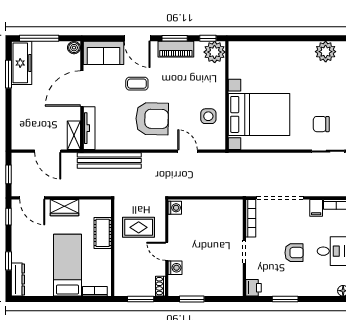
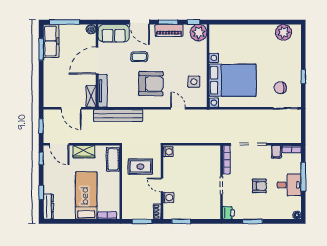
cot: (103, 233) -> (113, 159), moved

